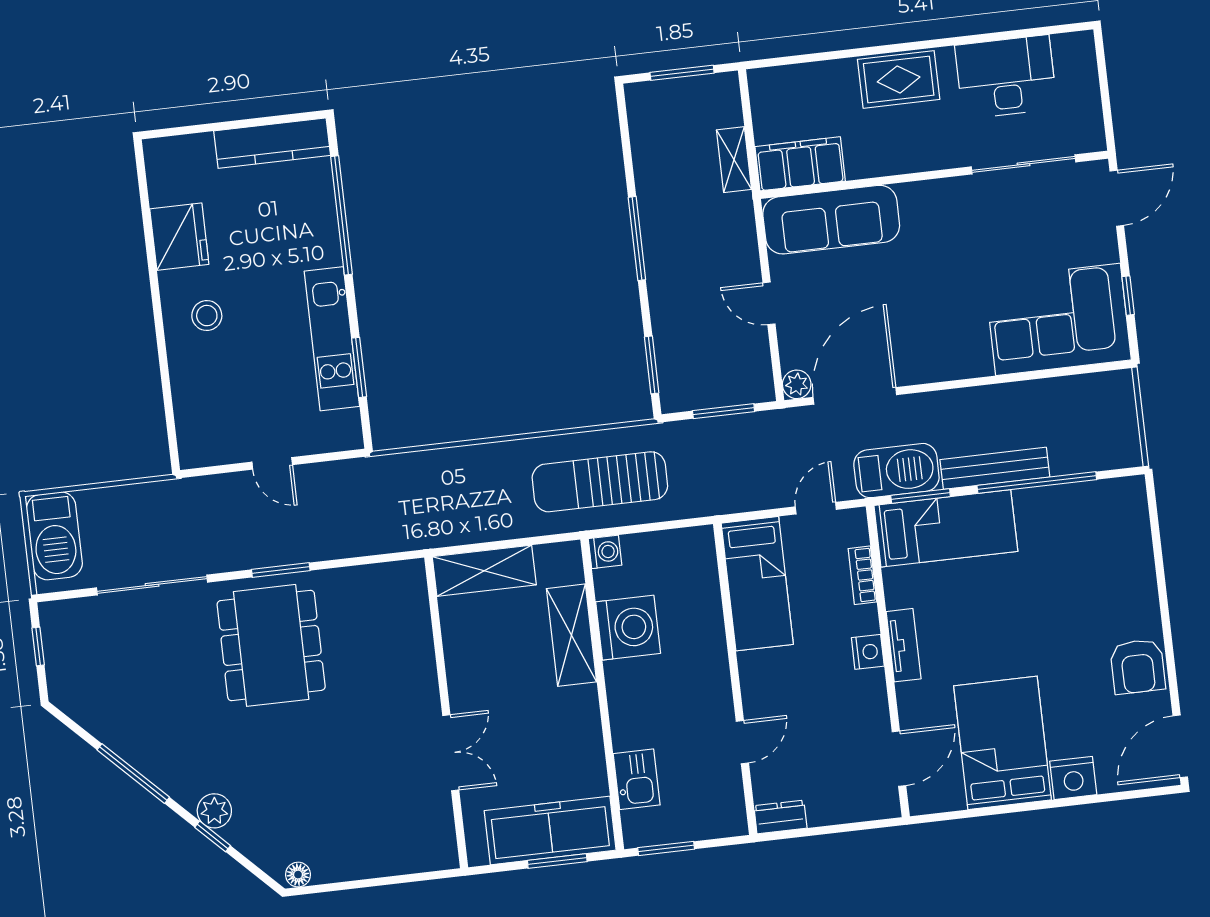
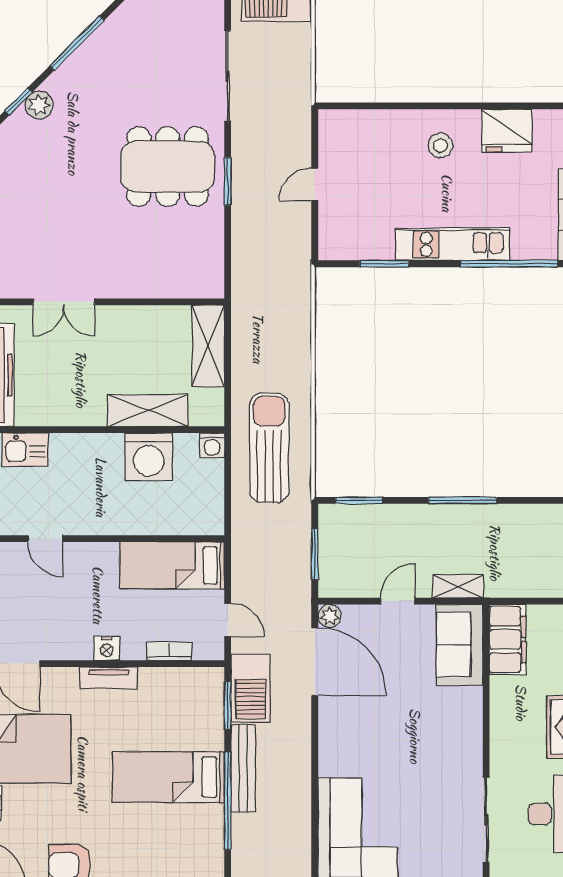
shelving: (734, 160) -> (458, 586), moved
sofa: (831, 220) -> (460, 645), width x0.73
kitchen unit: (332, 339) -> (452, 244), moved
bed: (946, 528) -> (168, 777), moved, turned 90

